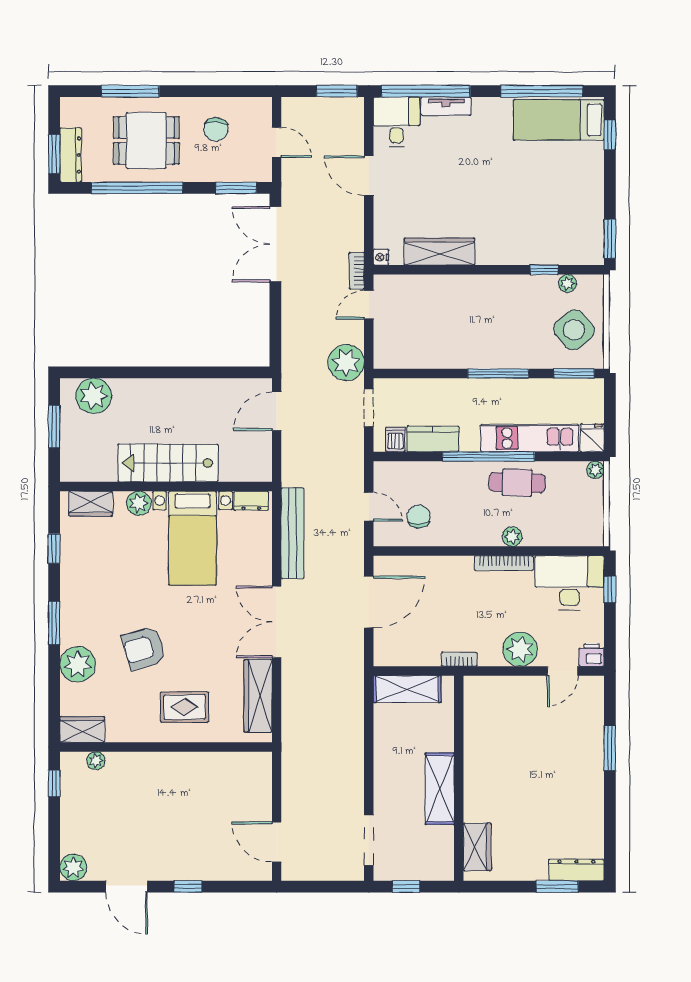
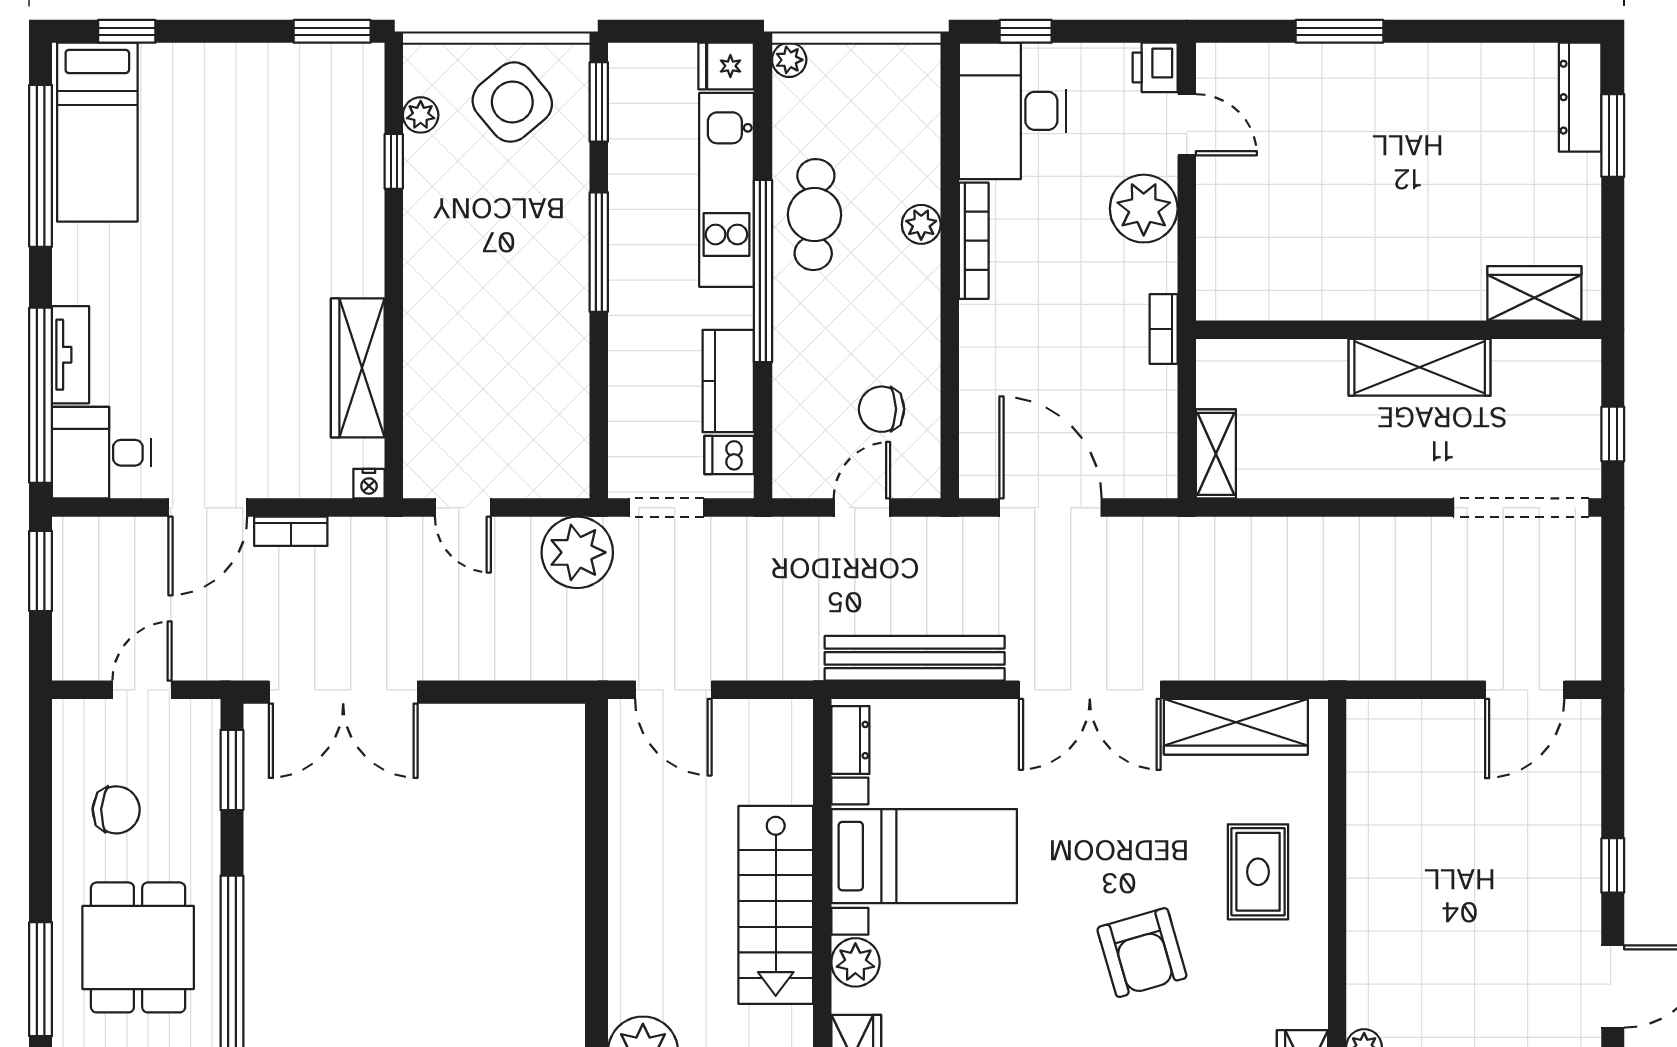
bookcase: (357, 271) -> (291, 531), moved
shelving: (407, 689) -> (1216, 454), width x0.67, depth x0.75
doorway: (369, 840) -> (1521, 508), width x1.36

